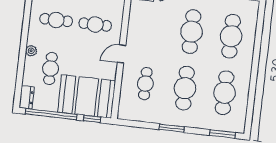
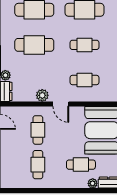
plant: (134, 34) -> (42, 95), added
plant: (31, 51) -> (93, 183), moved
cafe table: (185, 88) -> (84, 45), width x0.73, depth x0.74

